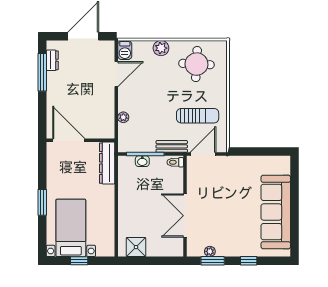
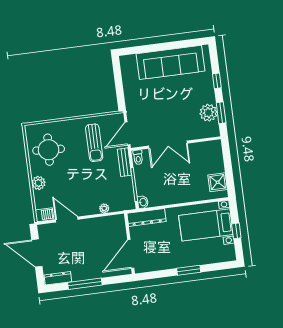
dresser: (52, 60) -> (58, 278), width x1.44
window: (42, 72) -> (85, 284), moved
sun lounger: (198, 116) -> (94, 143), turned 180
door: (203, 154) -> (127, 134), hinge flipped
washbasin: (142, 161) -> (143, 202), moved
double door: (185, 216) -> (168, 145), moved
bed with nightstands: (71, 228) -> (206, 225), moved
plant: (210, 251) -> (208, 113), width x1.88, depth x1.88

